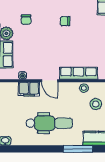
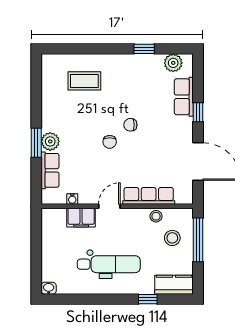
chair: (26, 20) -> (110, 142), moved
door: (50, 81) -> (109, 206), swing flipped
window: (78, 149) -> (148, 299), width x0.46

